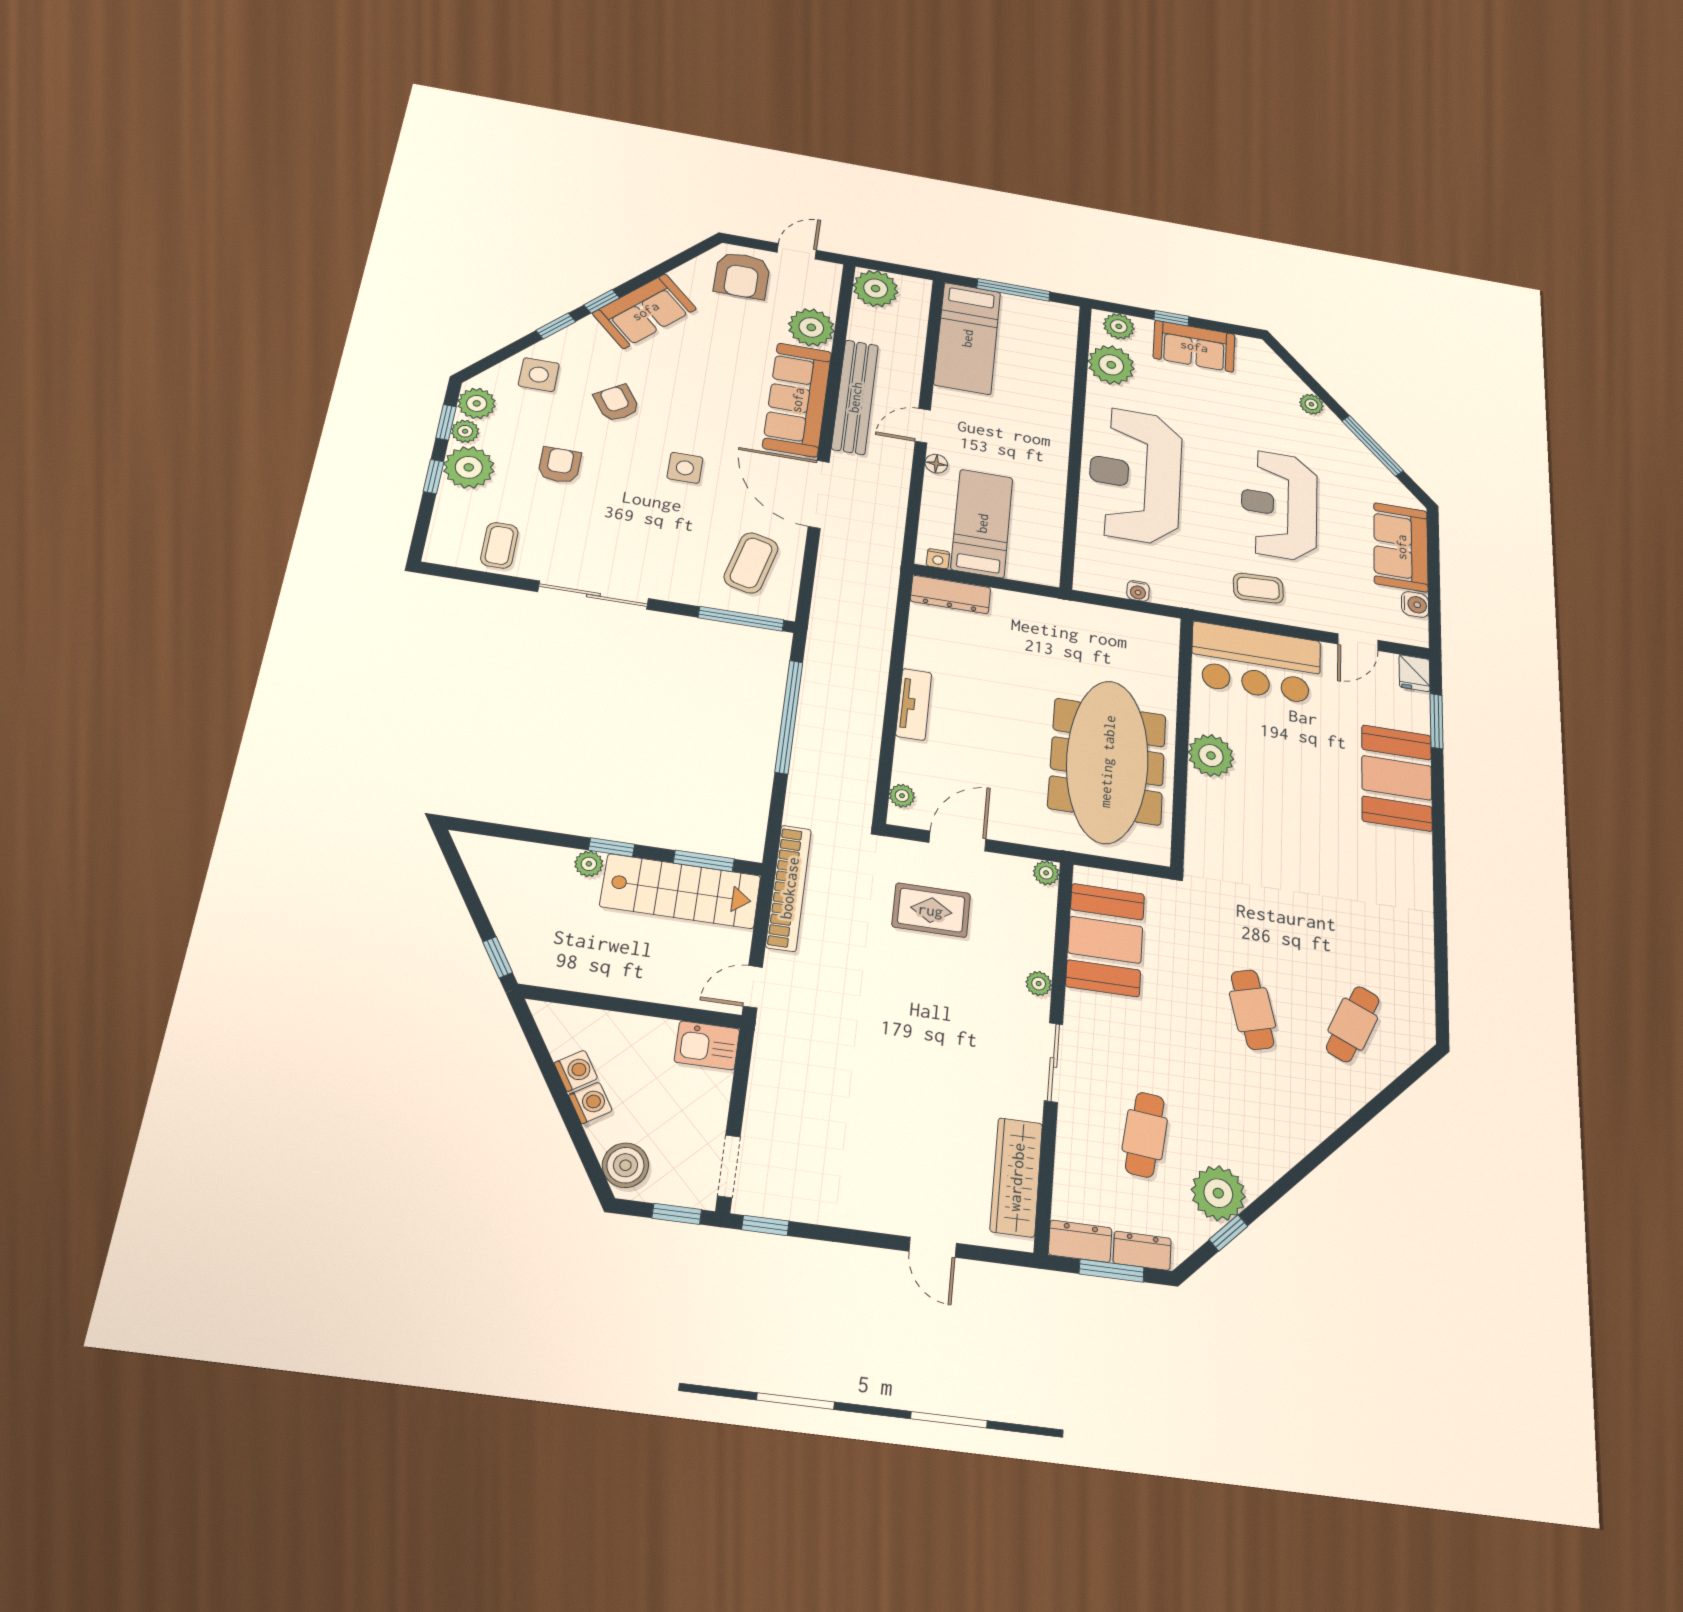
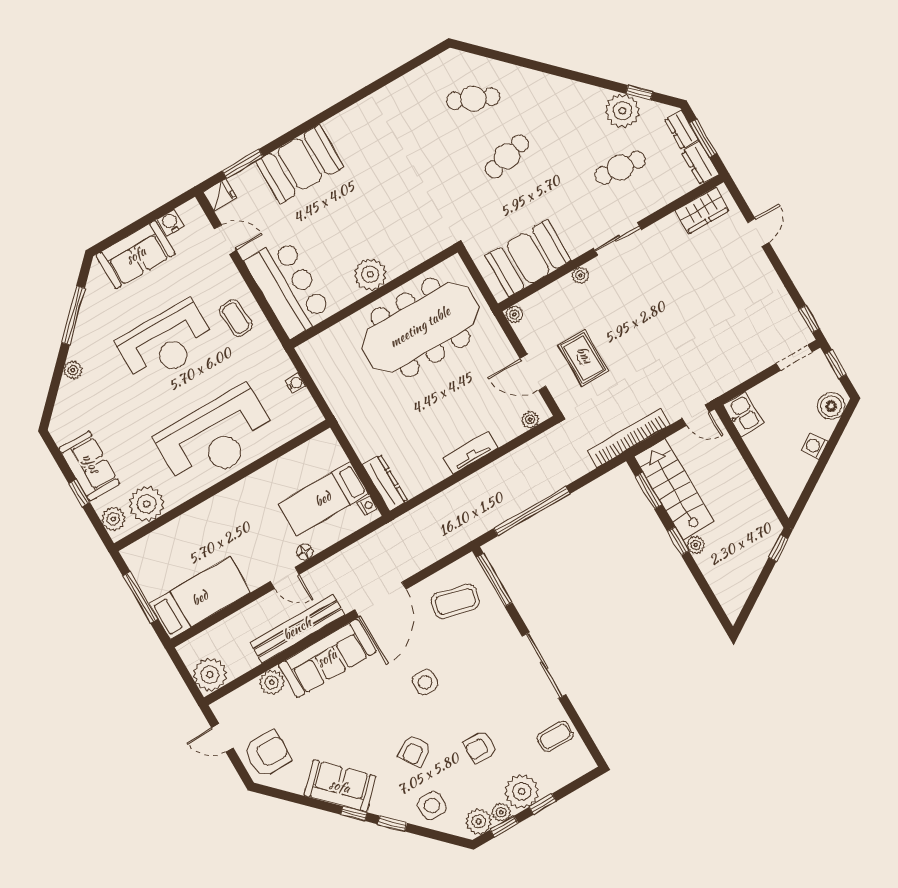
plant: (811, 327) -> (272, 682), width x0.73, depth x0.73
washing machine: (576, 1071) -> (805, 466), removed
wardrobe: (1016, 1177) -> (702, 210), width x0.67

